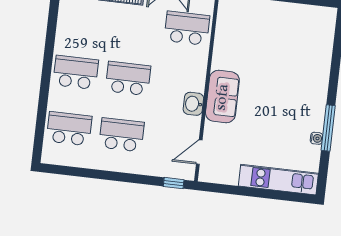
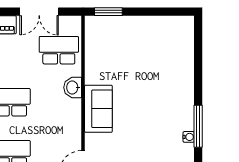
washbasin: (193, 104) -> (73, 87), moved

